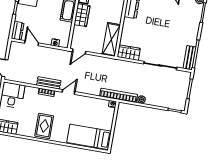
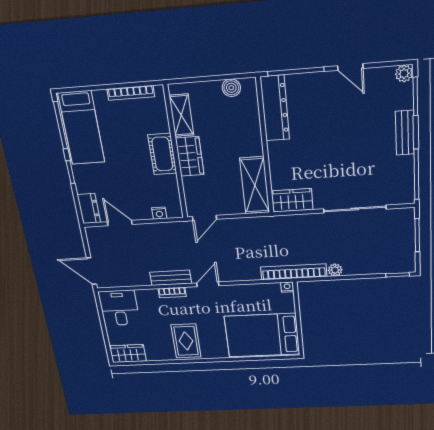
bench: (189, 58) -> (405, 133), moved
bed: (89, 137) -> (262, 335), width x1.50

